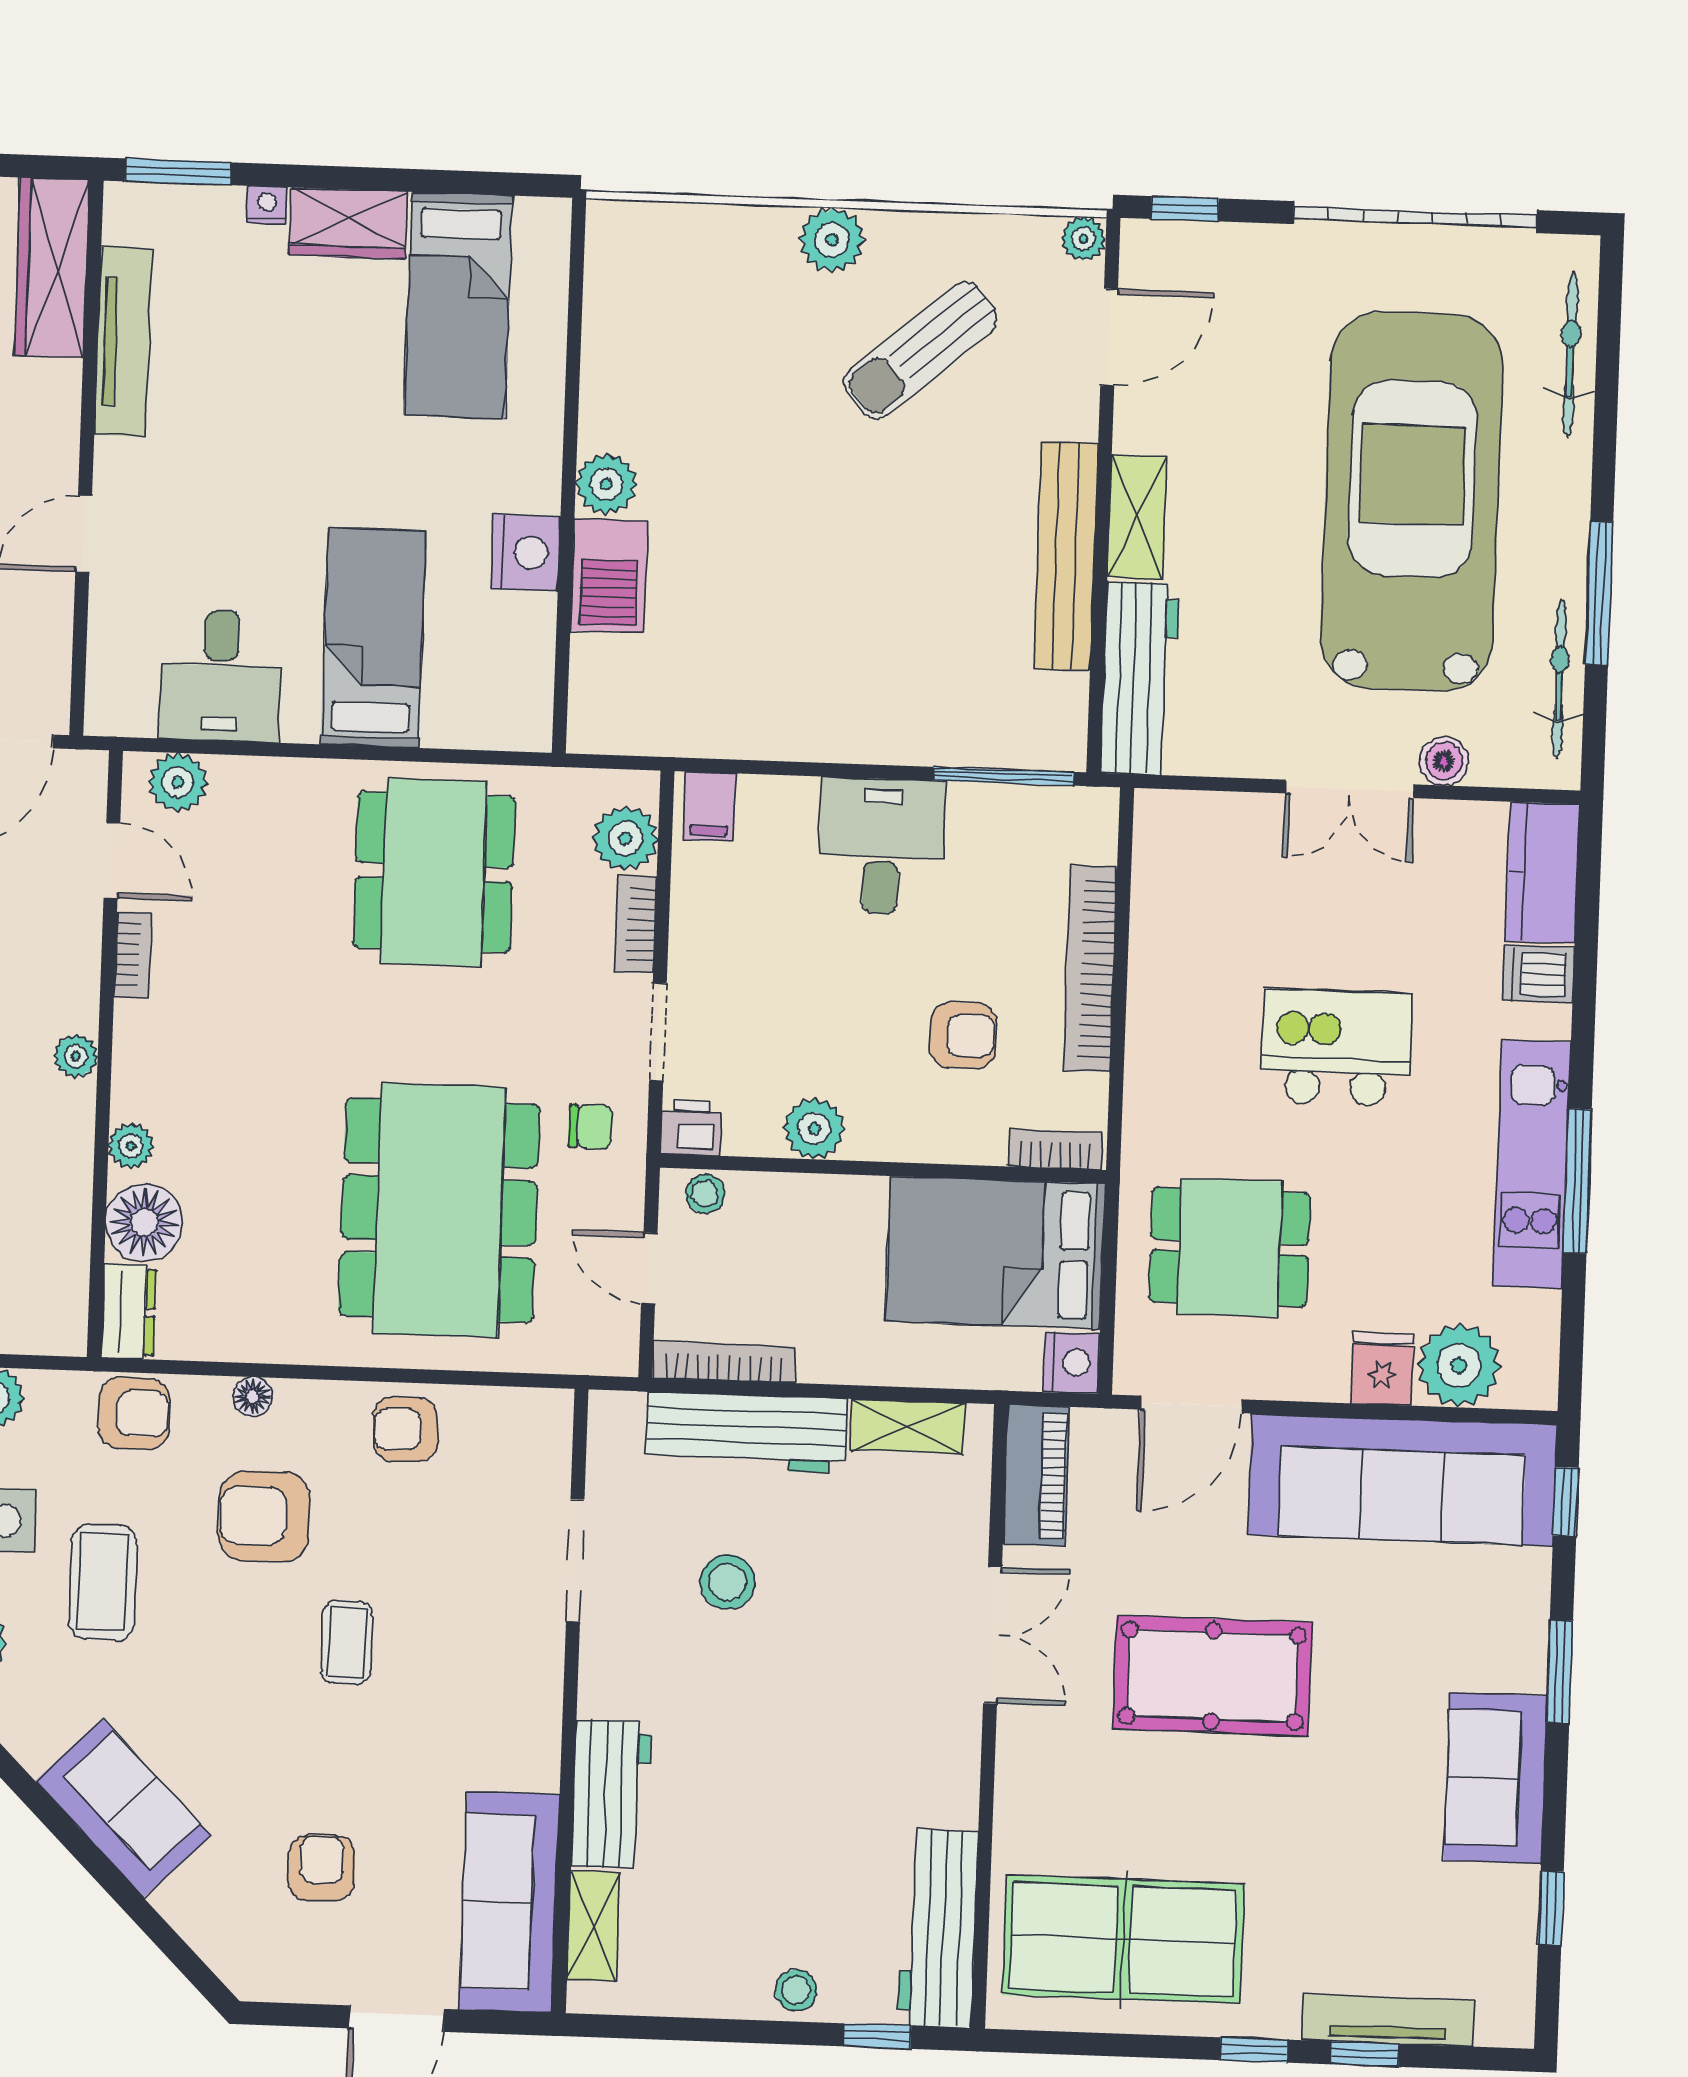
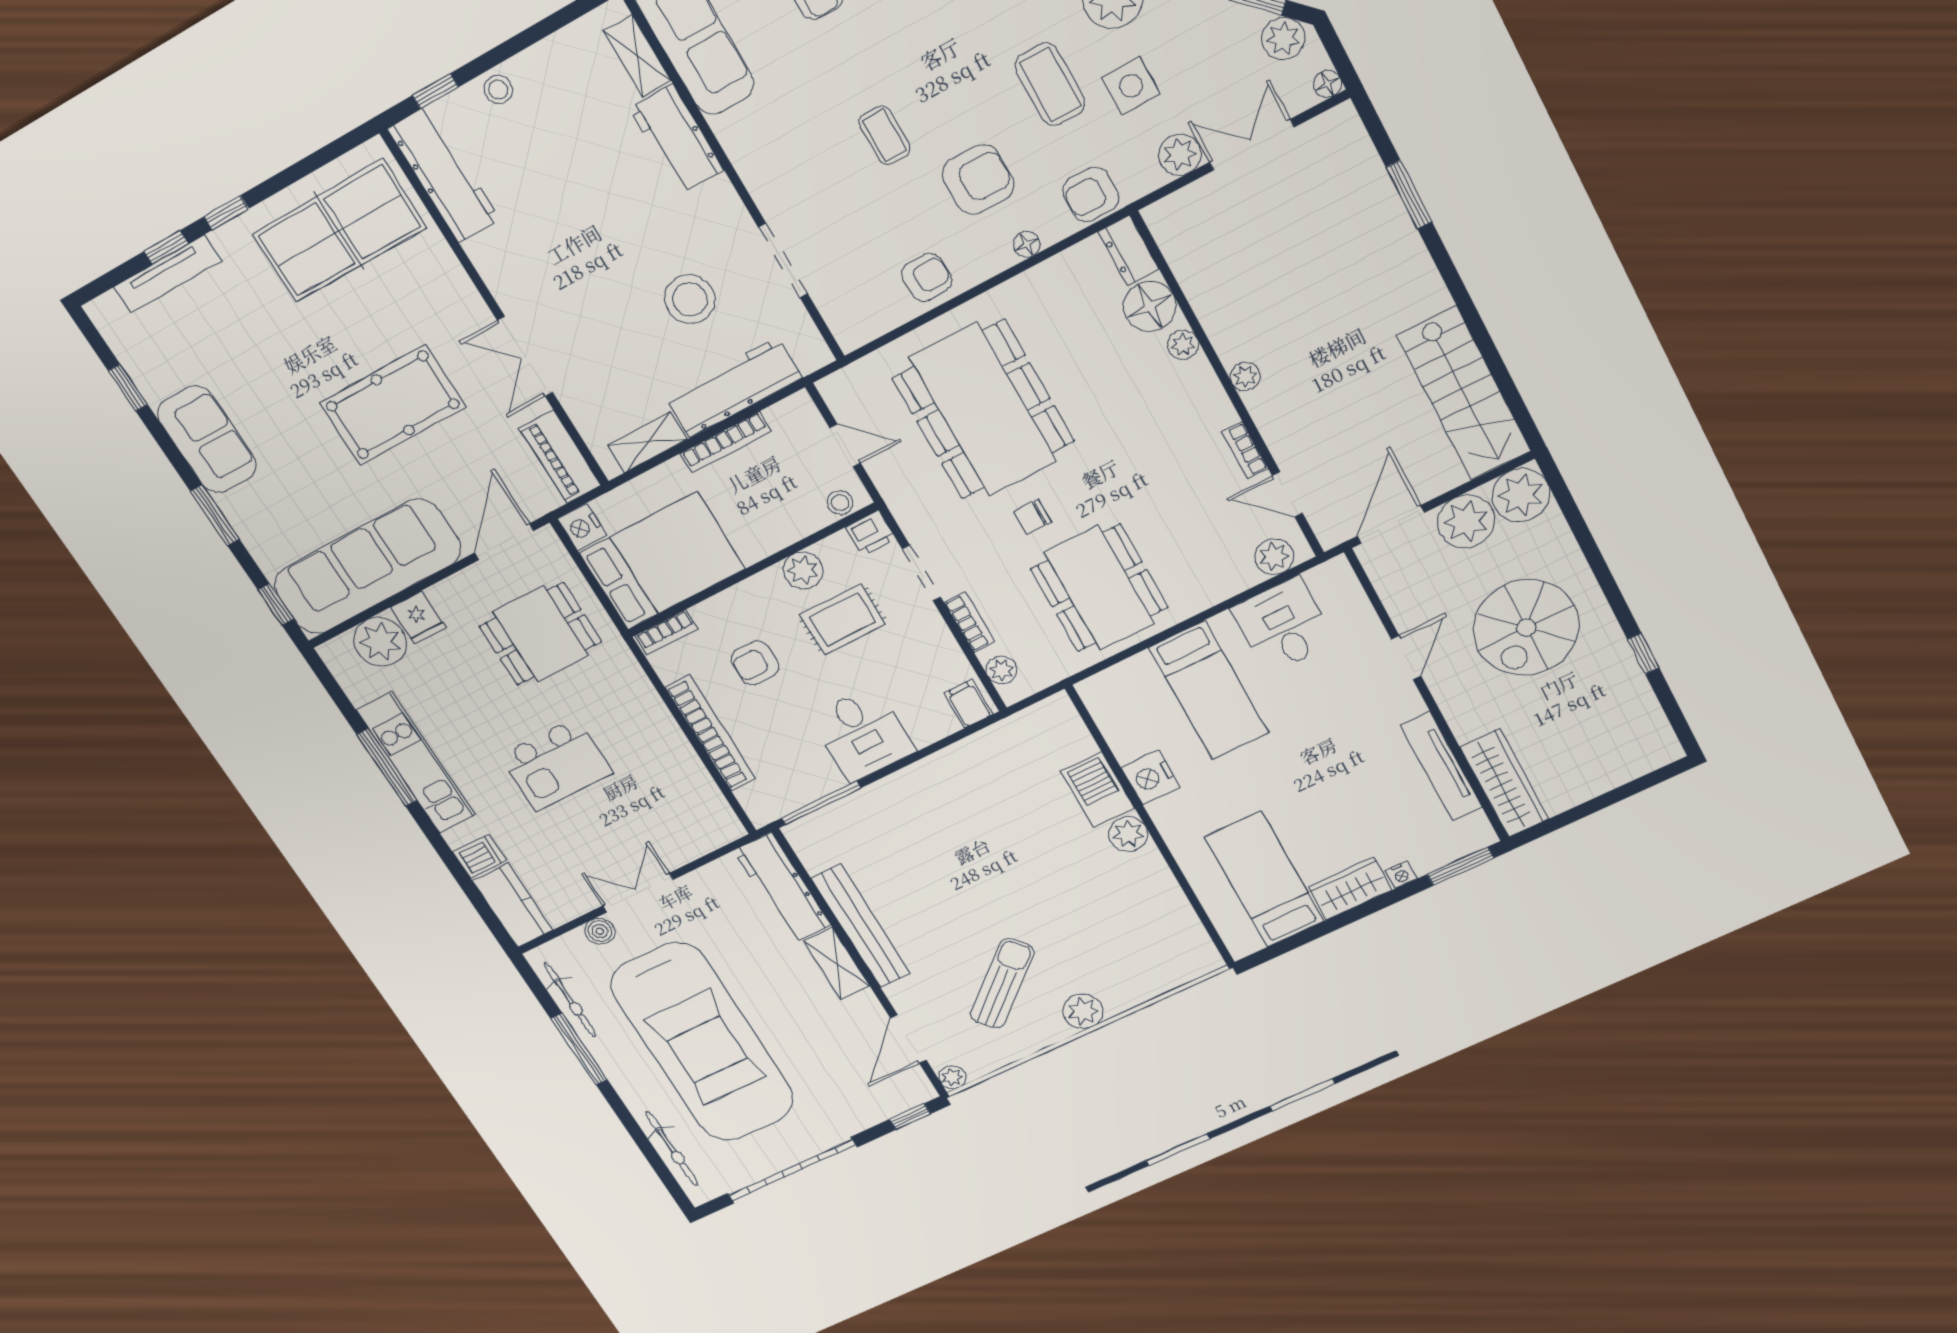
plant: (625, 838) -> (1002, 670), width x0.73, depth x0.73
rug: (805, 1028) -> (843, 619), added
chair: (590, 1127) -> (1032, 517), moved
bookcase: (724, 1362) -> (726, 442), moved
stool: (728, 1582) -> (690, 299), width x1.38, depth x1.38

